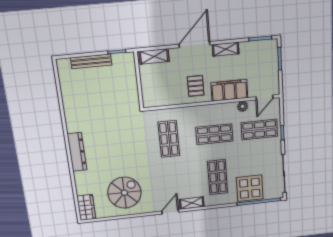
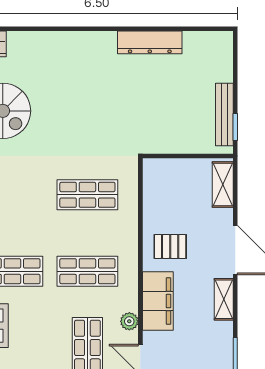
bench: (91, 61) -> (224, 115), moved
shop shelf: (214, 134) -> (87, 271), turned 90
dresser: (77, 152) -> (150, 42), moved

